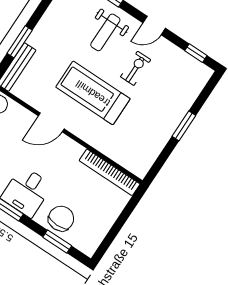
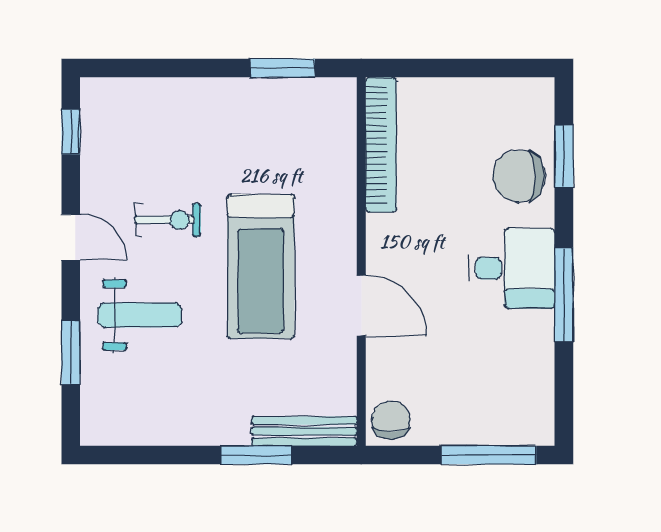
exercise bike: (136, 68) -> (168, 220), turned 180
window: (184, 126) -> (283, 68), moved

